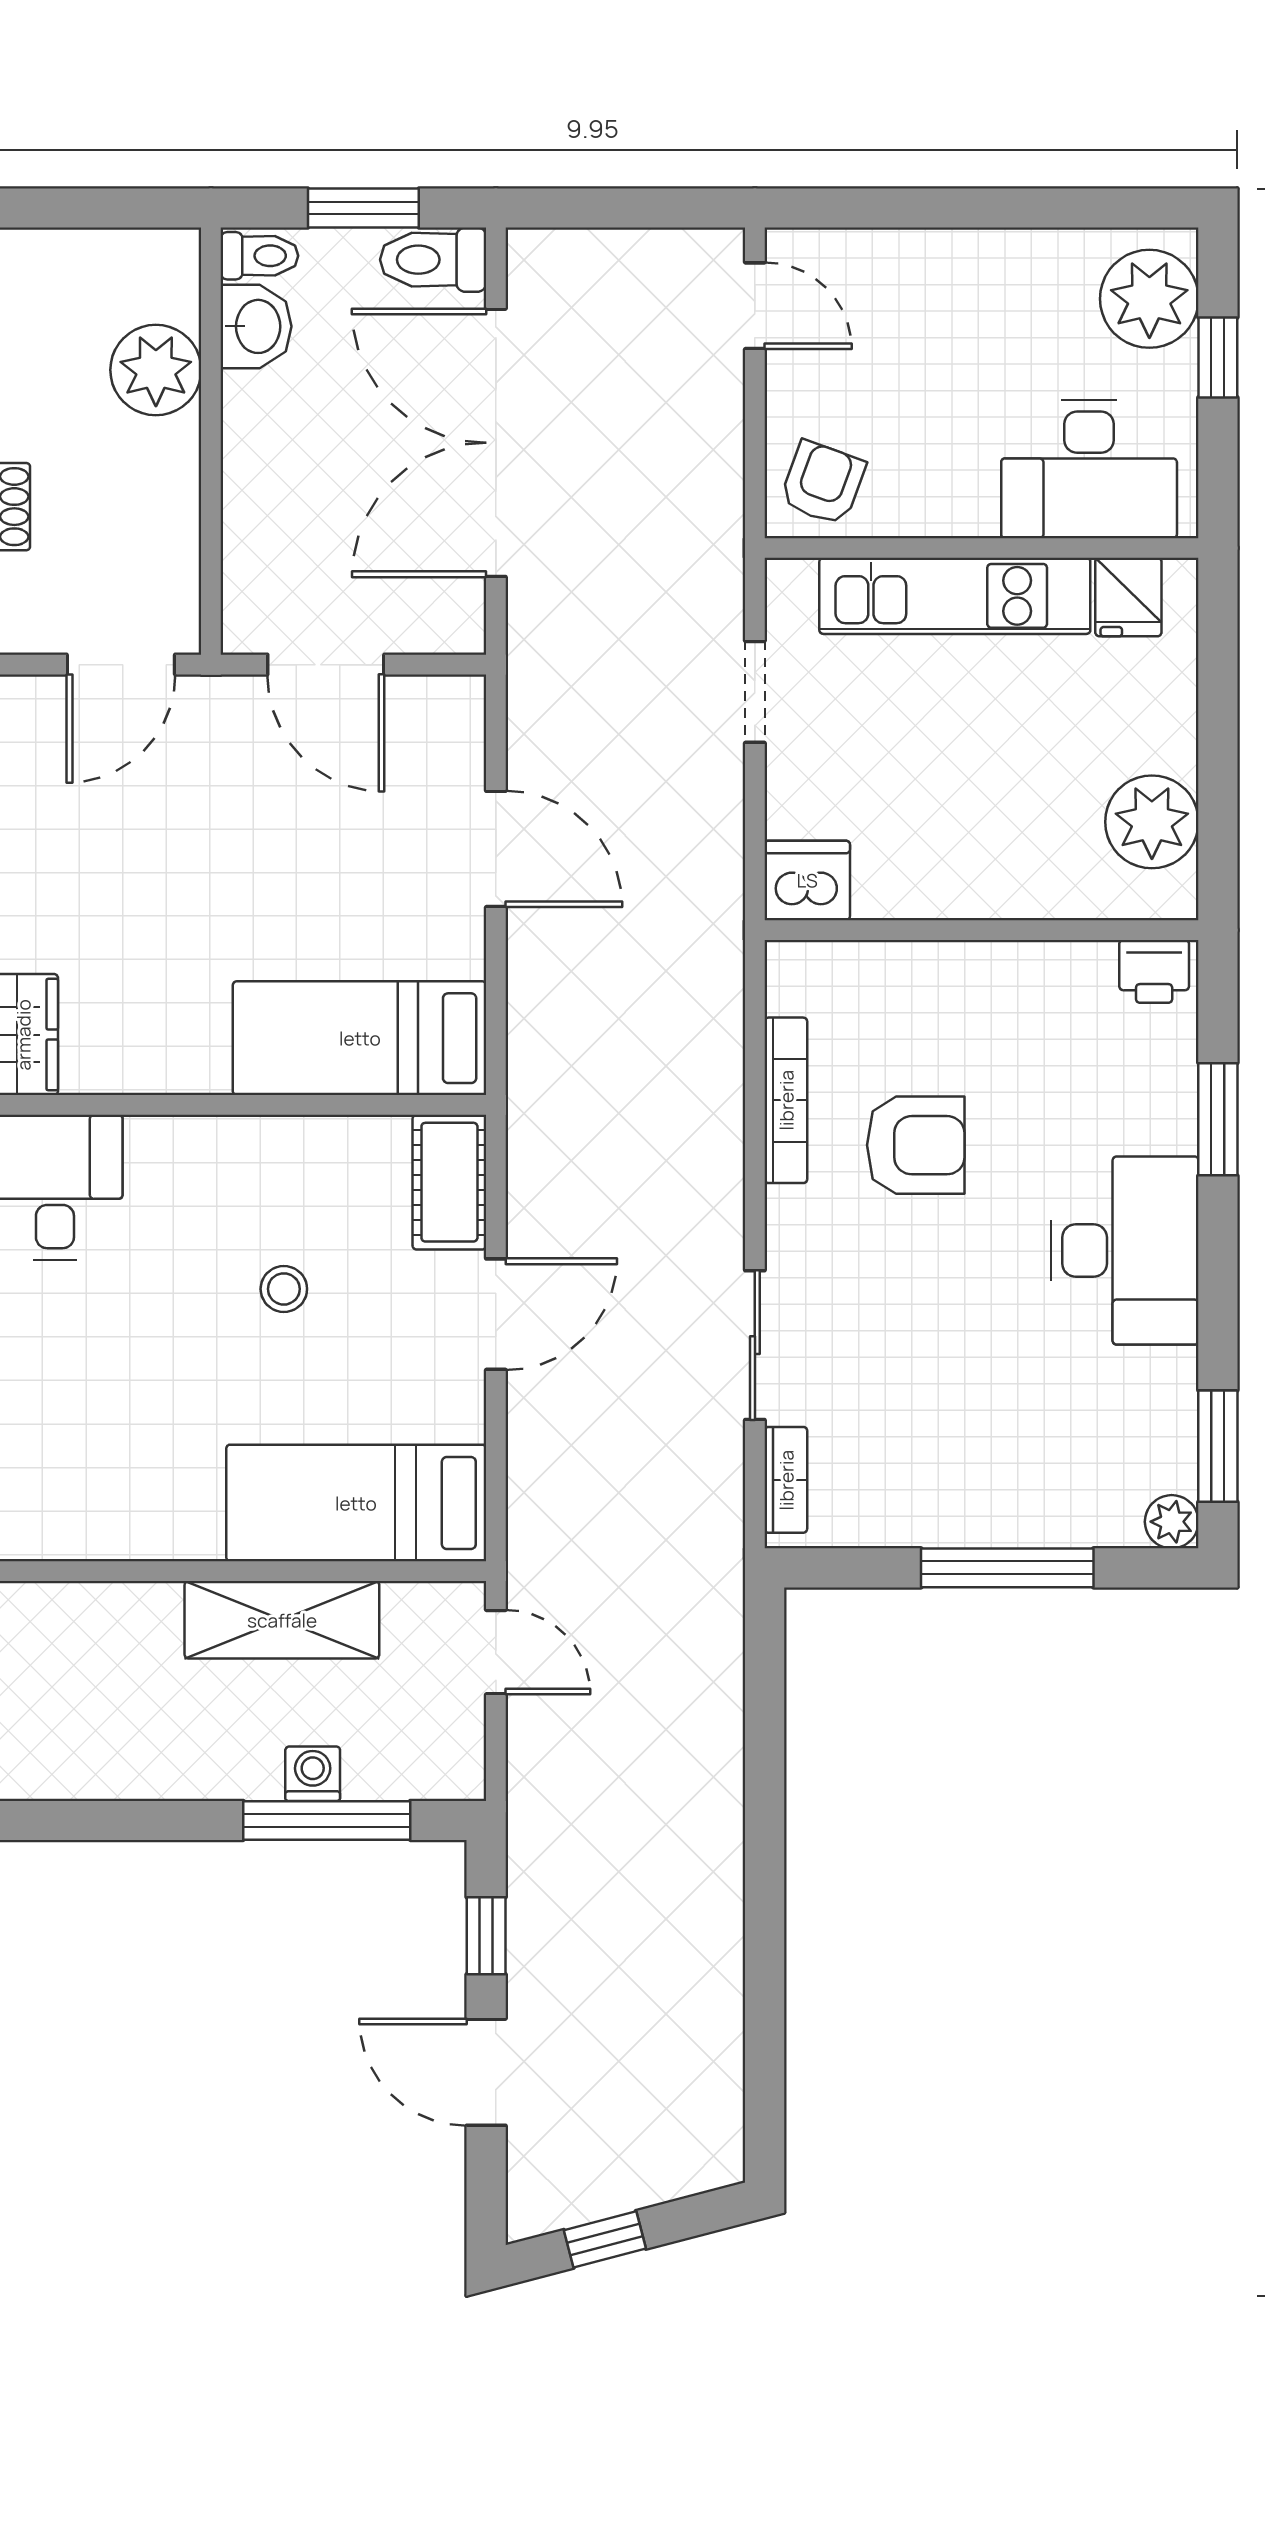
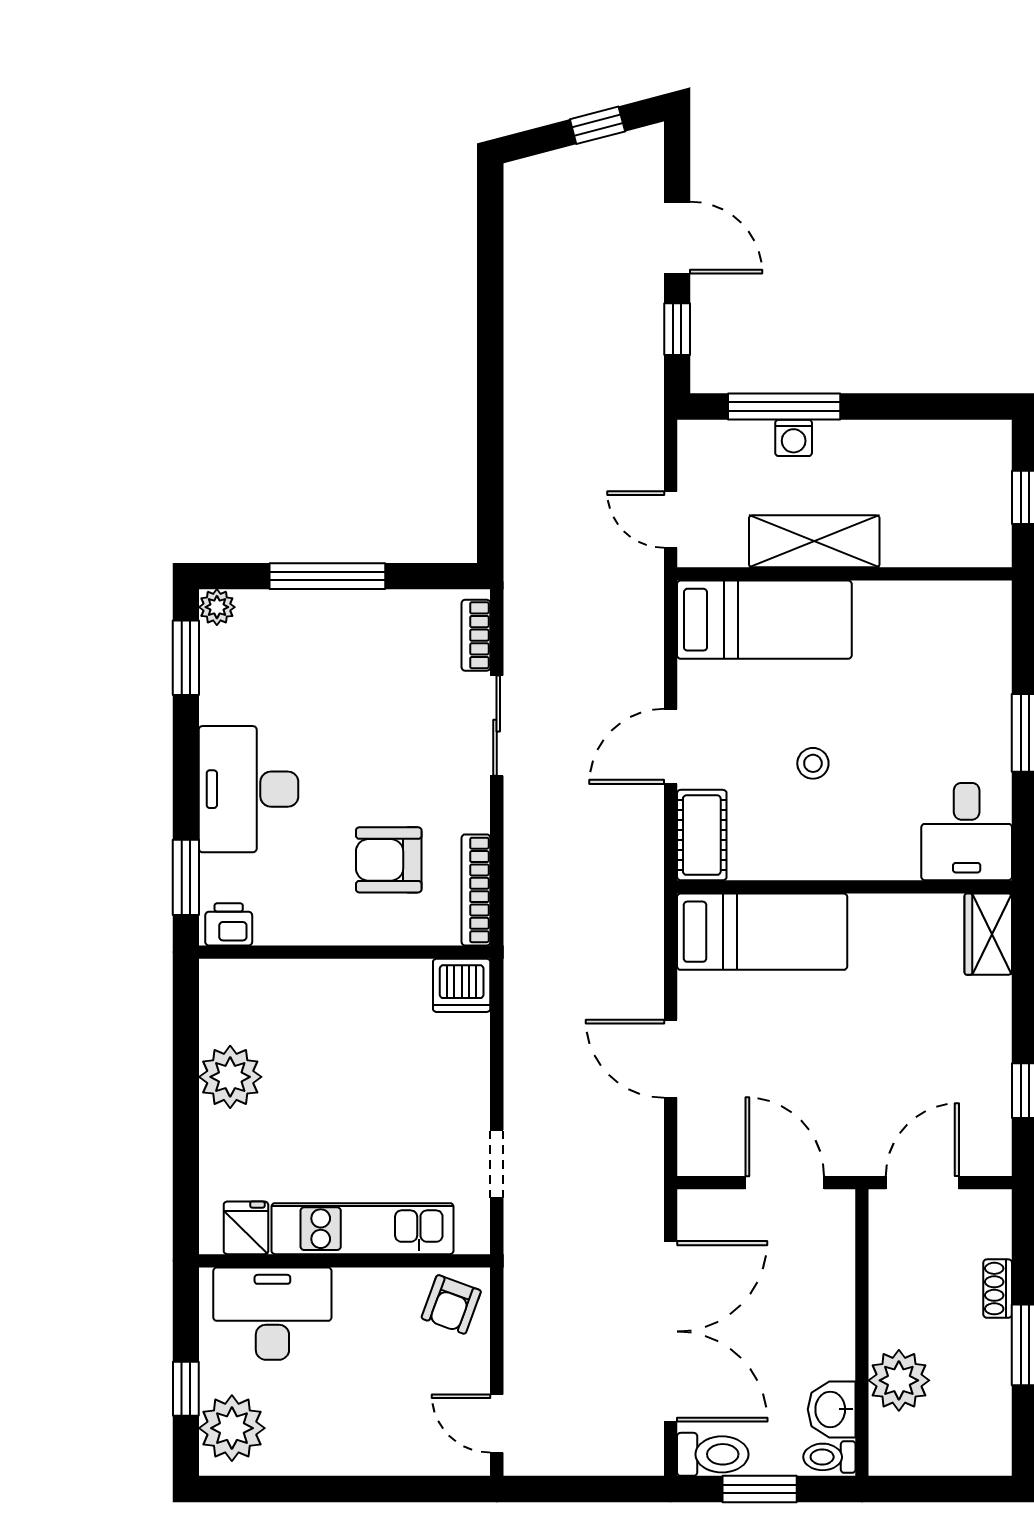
dishwasher: (807, 880) -> (462, 985), moved
wall: (982, 930) -> (345, 952), moved
printer: (1154, 971) -> (229, 924), moved

